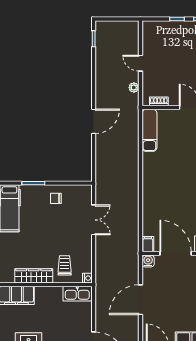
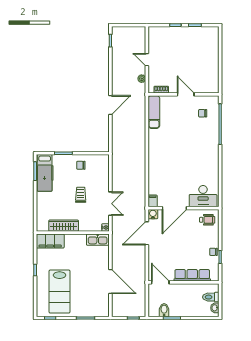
double door: (94, 220) -> (110, 204), moved
door: (176, 253) -> (174, 208), swing flipped
trolley: (65, 265) -> (81, 195), moved
door: (140, 300) -> (147, 233), moved

